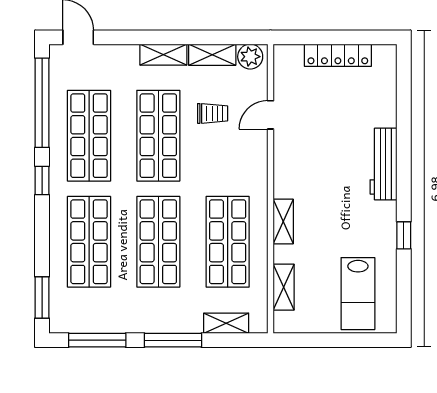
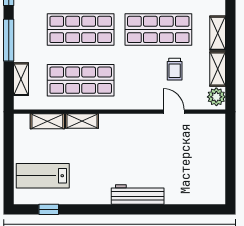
locker: (338, 55) -> (217, 161), removed
shelving: (283, 222) -> (82, 121), moved
window: (404, 235) -> (49, 209), moved

